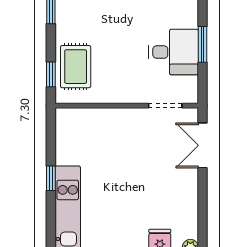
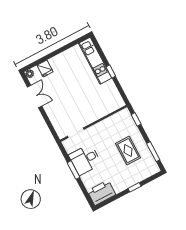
rug: (76, 67) -> (128, 151), moved
double door: (203, 145) -> (35, 97), moved

